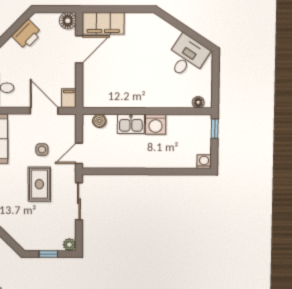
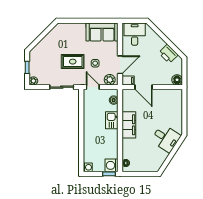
filing cabinet: (103, 23) -> (129, 125), moved, turned 180
door: (79, 49) -> (144, 87), moved
desk: (187, 57) -> (166, 138), moved
washing machine: (156, 124) -> (112, 165), moved
plant: (68, 127) -> (110, 80), added

